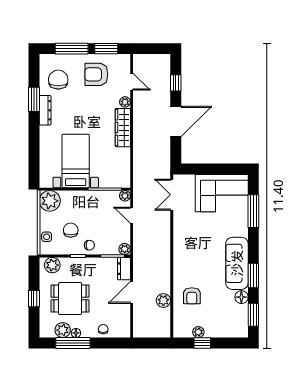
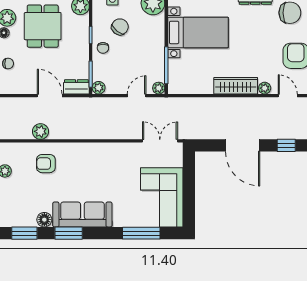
door: (132, 82) -> (288, 96), swing flipped
chair: (71, 230) -> (120, 27), turned -50

